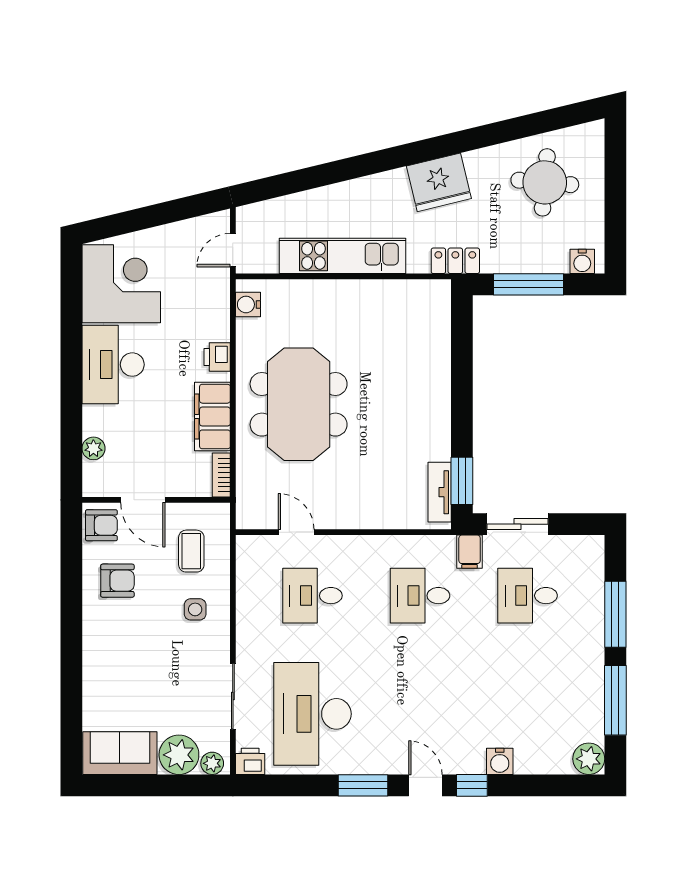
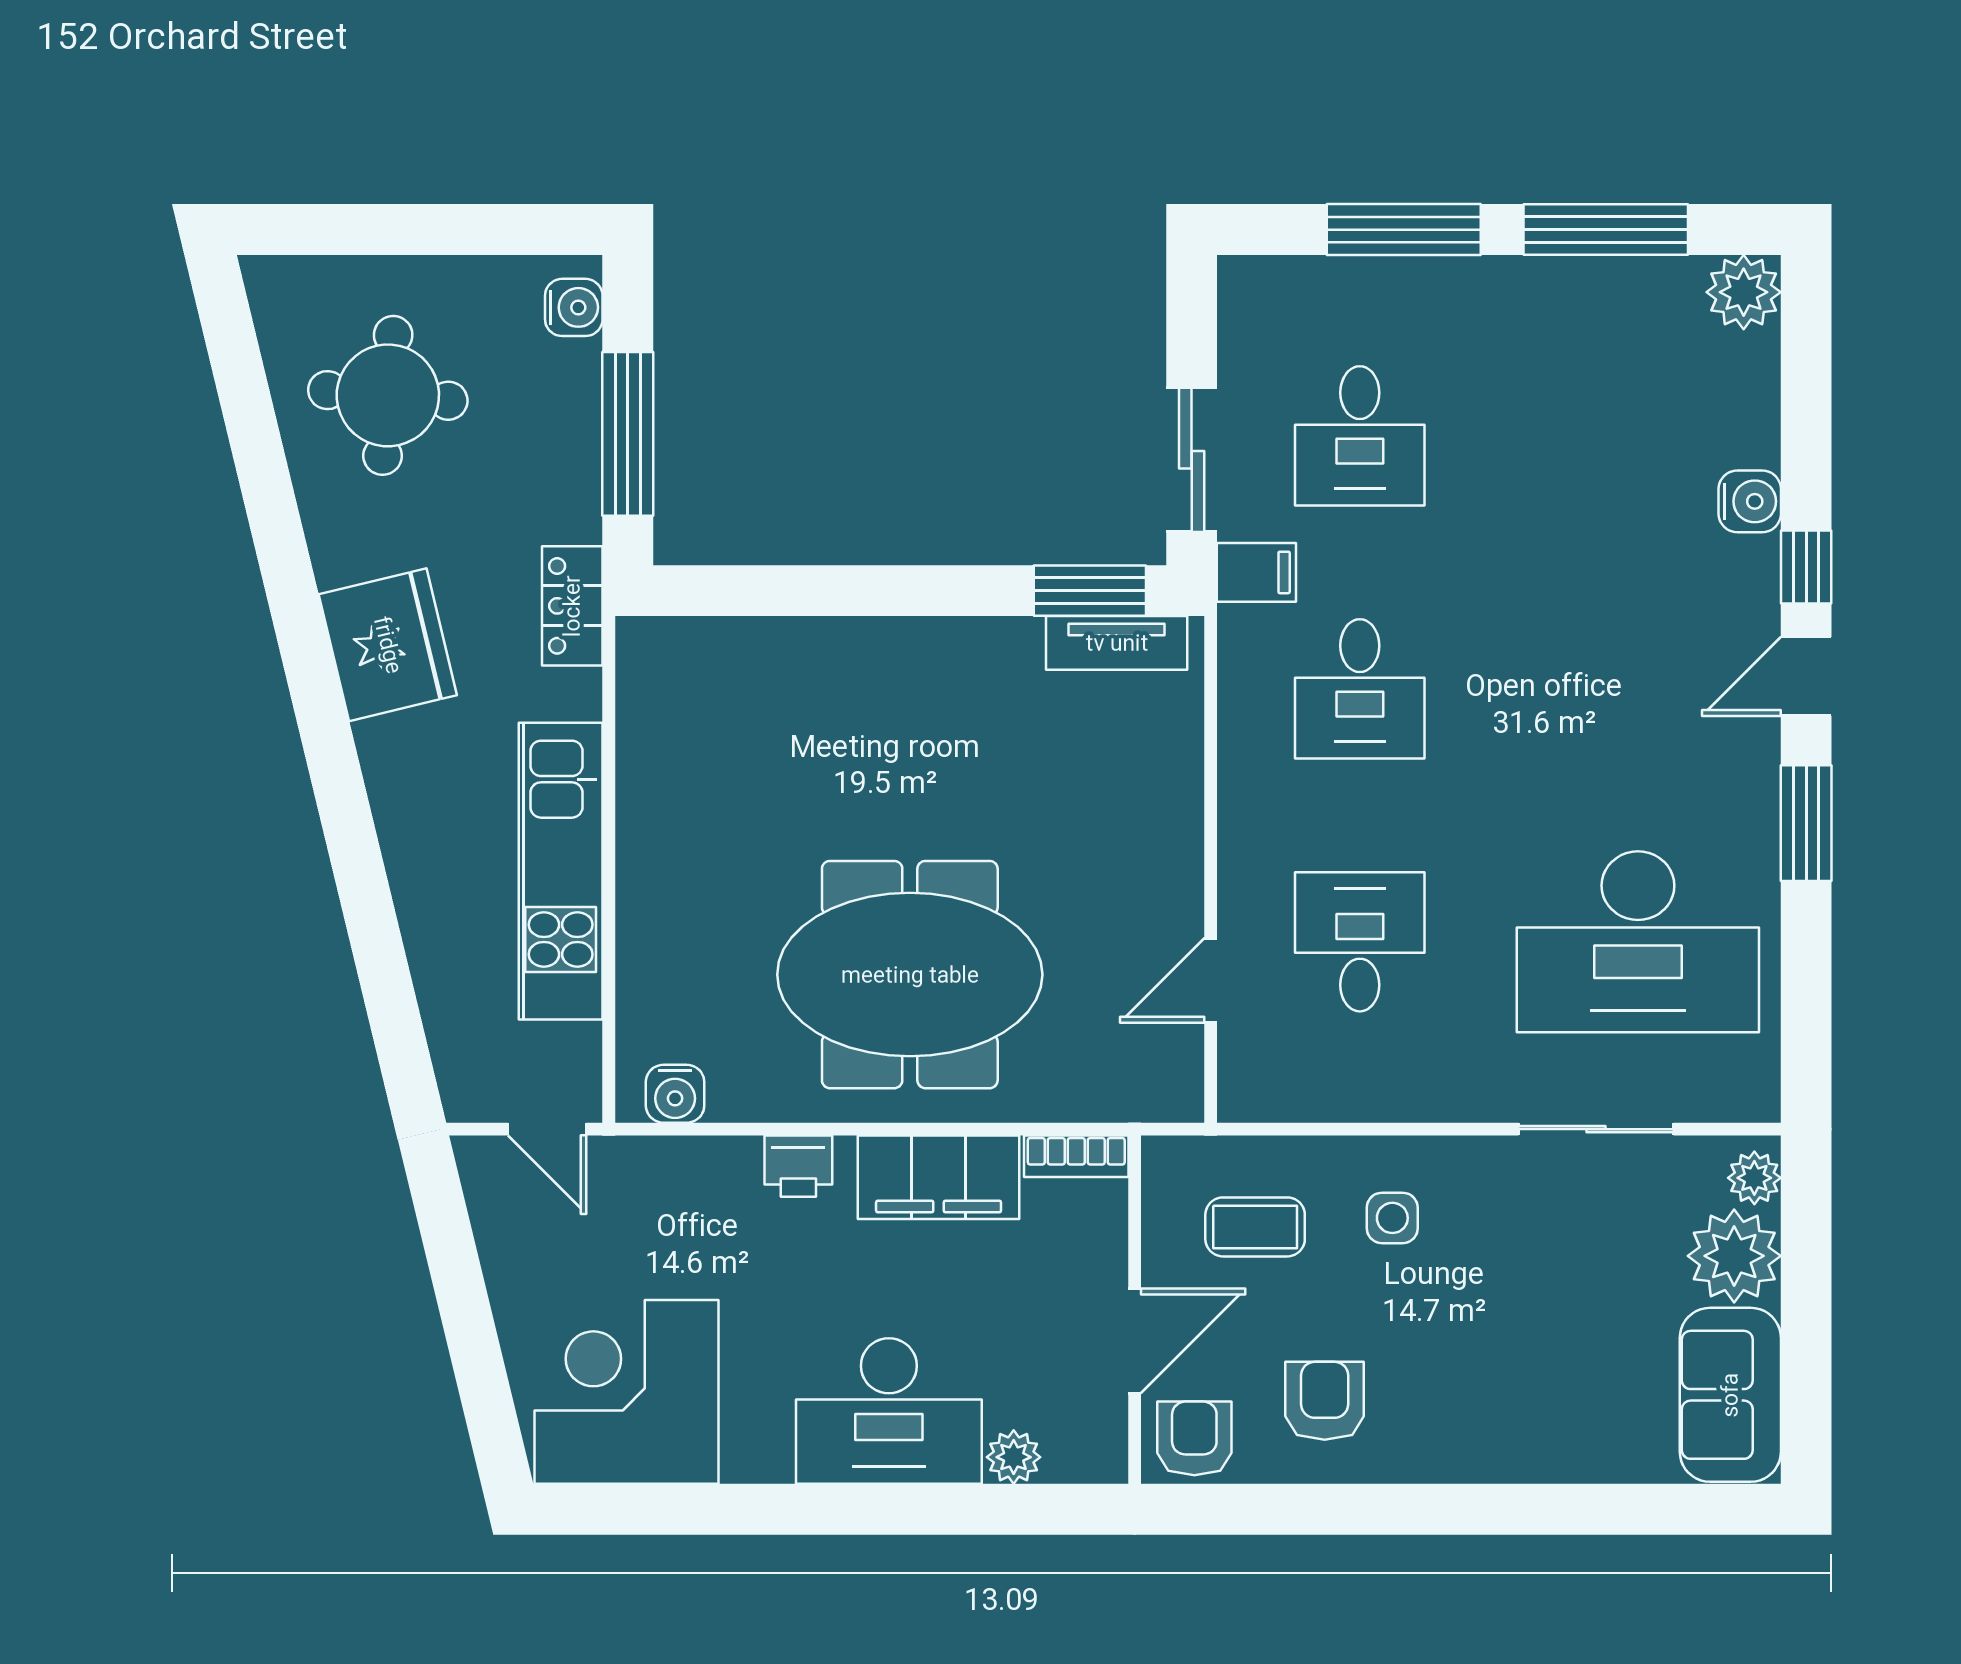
desk: (113, 365) -> (889, 1411), moved
desk: (313, 596) -> (1360, 942), turned 180
printer: (250, 761) -> (1750, 1089), removed

